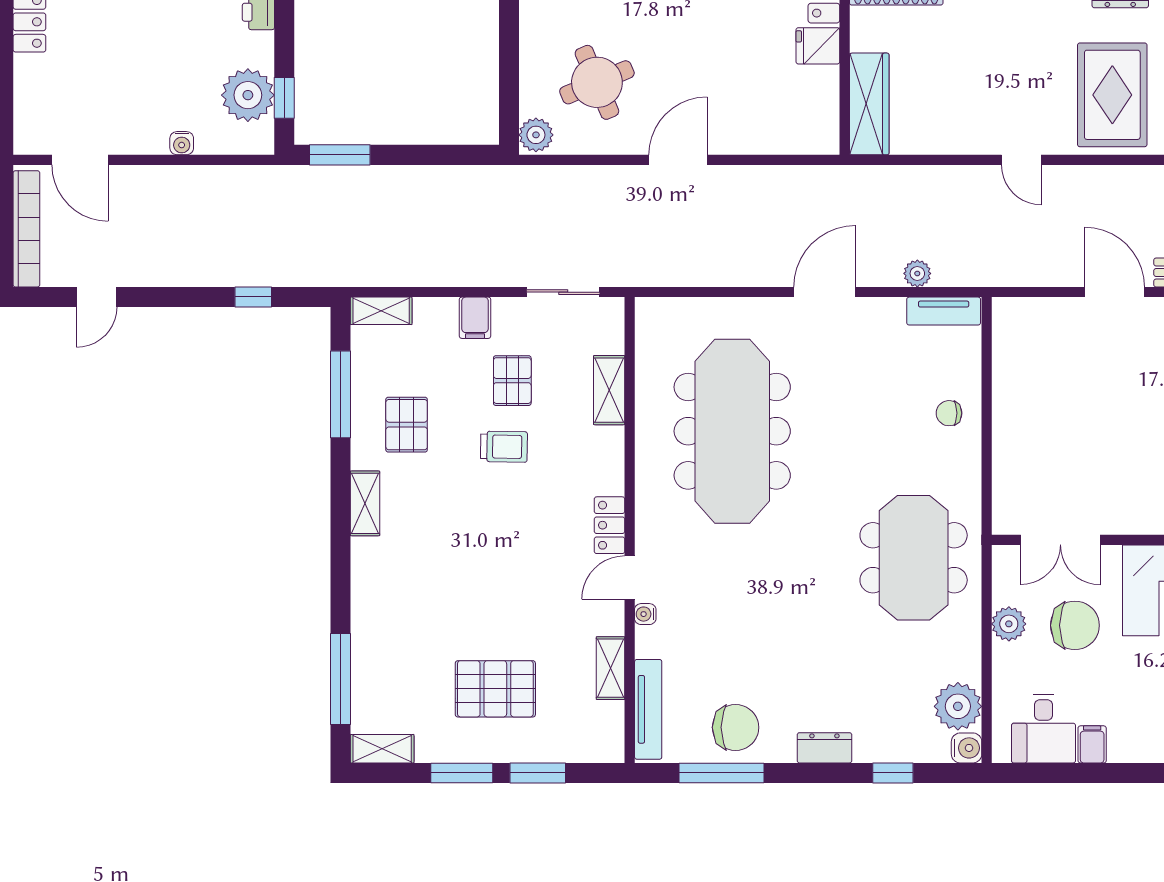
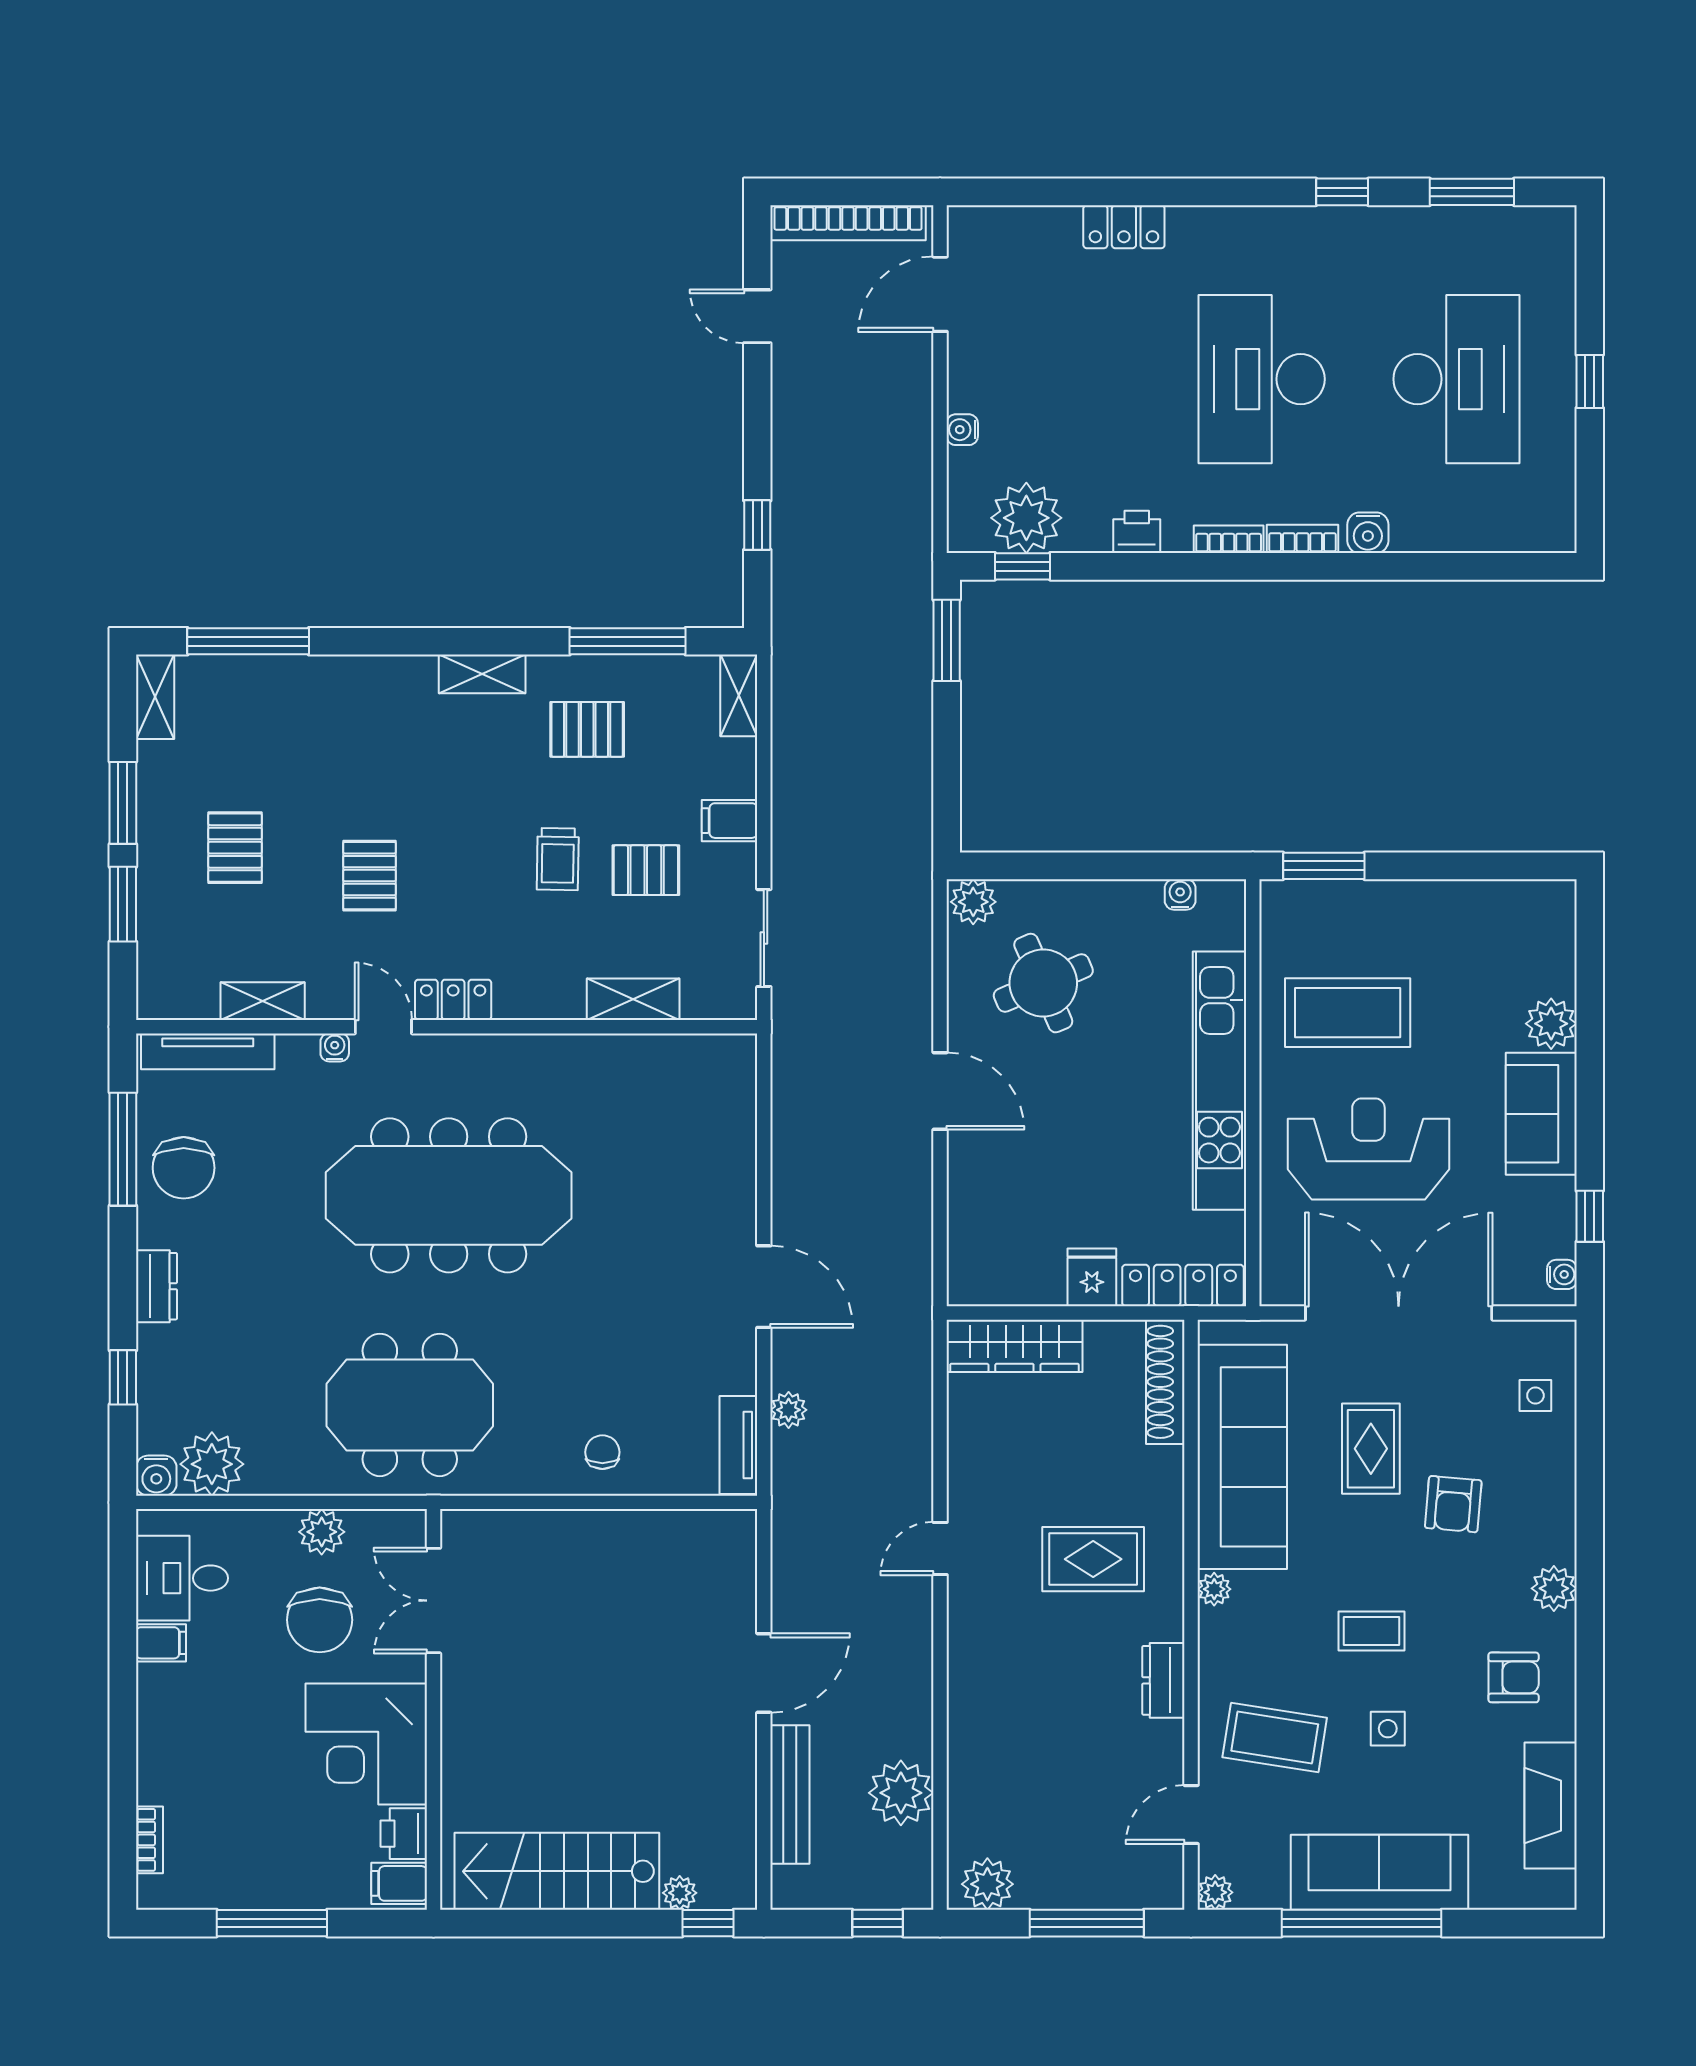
rug: (1112, 95) -> (1093, 1559), moved, width x0.73, depth x0.70
meeting table: (732, 431) -> (449, 1195), moved
pallet: (516, 588) -> (369, 876), added
pallet: (495, 689) -> (235, 848), width x0.67, depth x0.71

